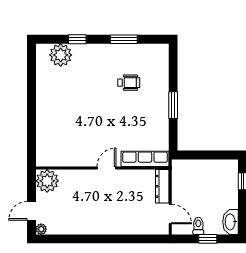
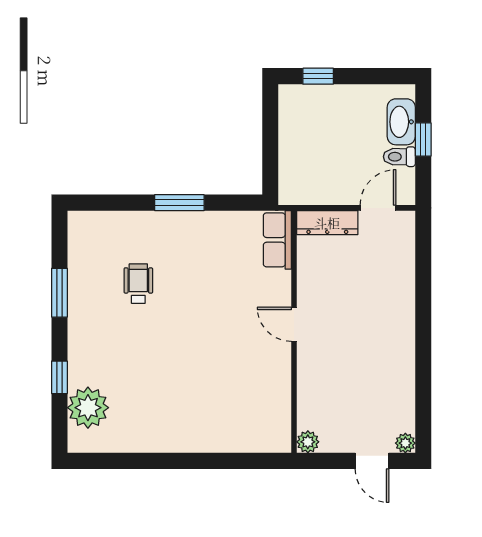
row of seats: (145, 159) -> (277, 240), width x0.68
plant: (47, 181) -> (308, 442), width x0.53, depth x0.53
washbasin: (231, 222) -> (401, 122), moved, turned 90

